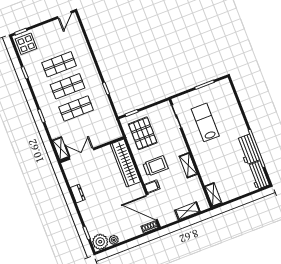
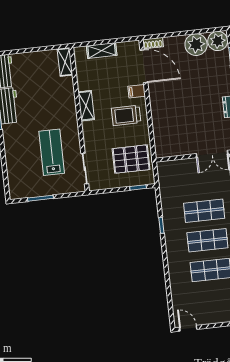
door: (64, 15) -> (188, 328), hinge flipped
lab bench: (205, 122) -> (52, 152), turned 180
pallet: (143, 133) -> (131, 159), turned 90
wardrobe: (125, 163) -> (162, 129), removed
plant: (114, 240) -> (196, 45), width x1.88, depth x1.88

